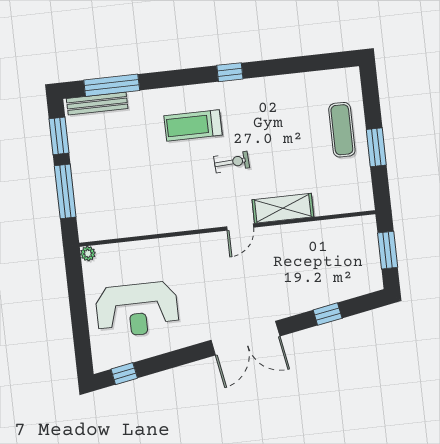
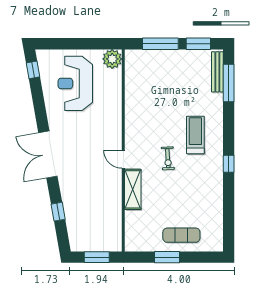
plant: (88, 254) -> (112, 59), width x1.88, depth x1.88

